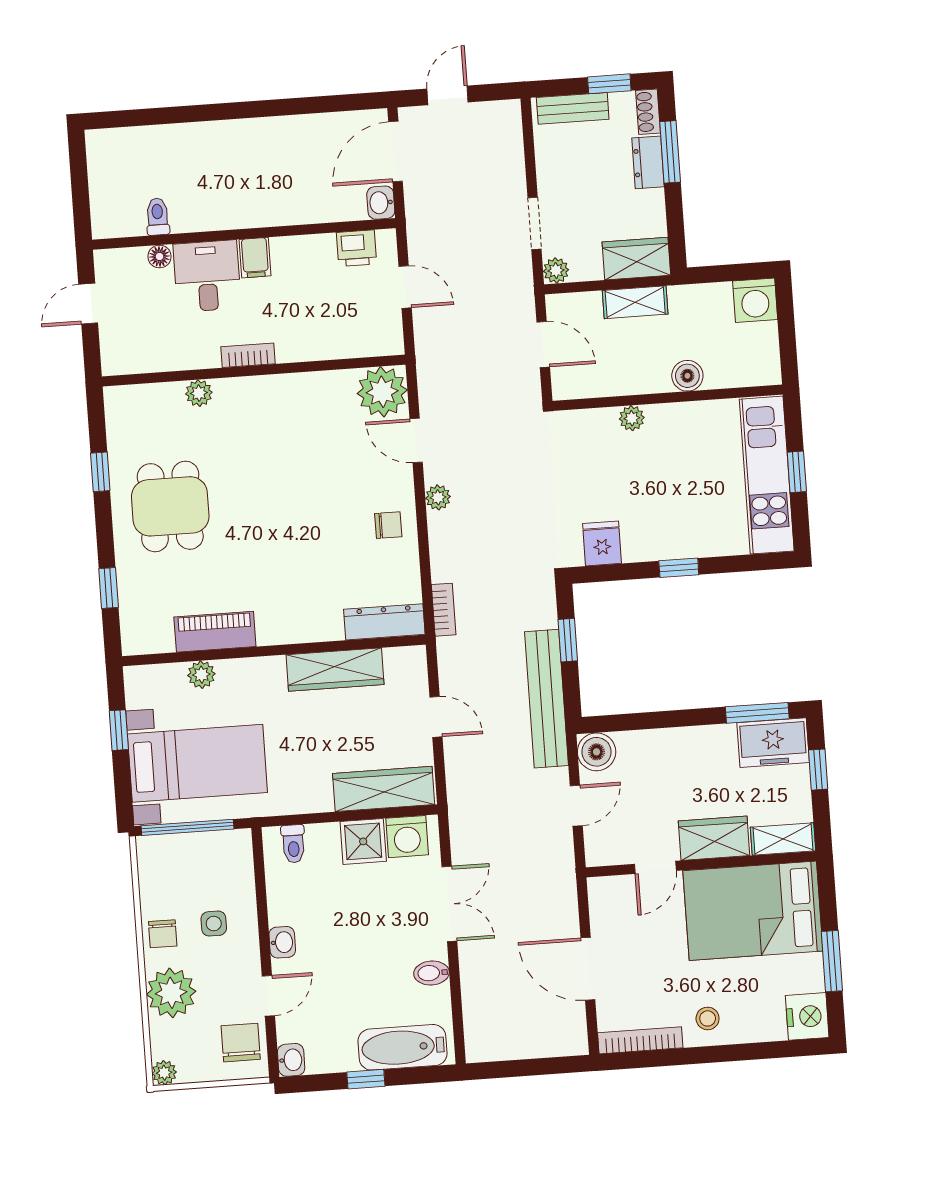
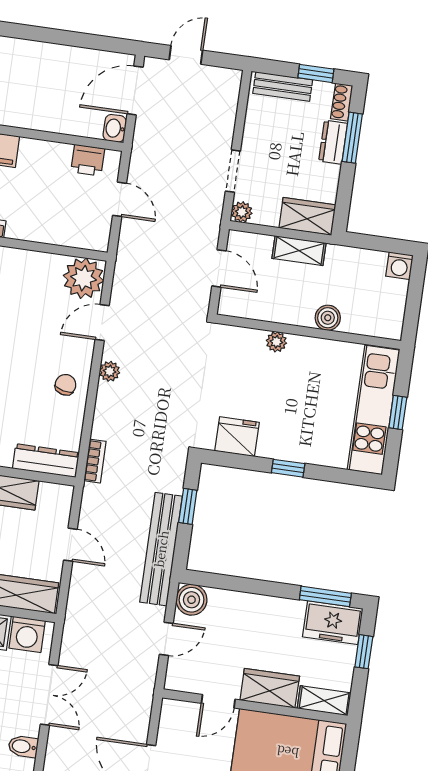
washing machine: (755, 300) -> (399, 266), width x0.73, depth x0.73
door: (416, 440) -> (102, 323), hinge flipped
chair: (388, 525) -> (65, 385), turned -77
fridge: (602, 543) -> (237, 437), width x1.38

